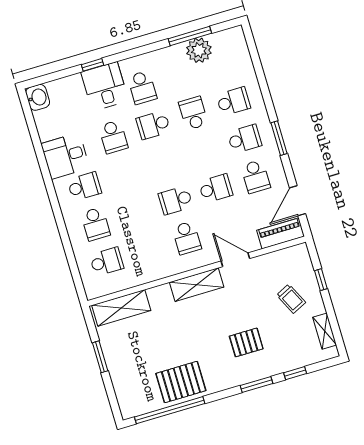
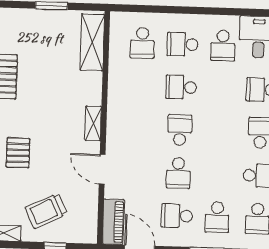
school desk: (187, 238) -> (181, 87), moved
door: (235, 260) -> (102, 169), swing flipped
shelving: (197, 285) -> (93, 123), width x0.67, depth x0.75
trolley: (291, 299) -> (46, 211), width x1.36, depth x1.39

